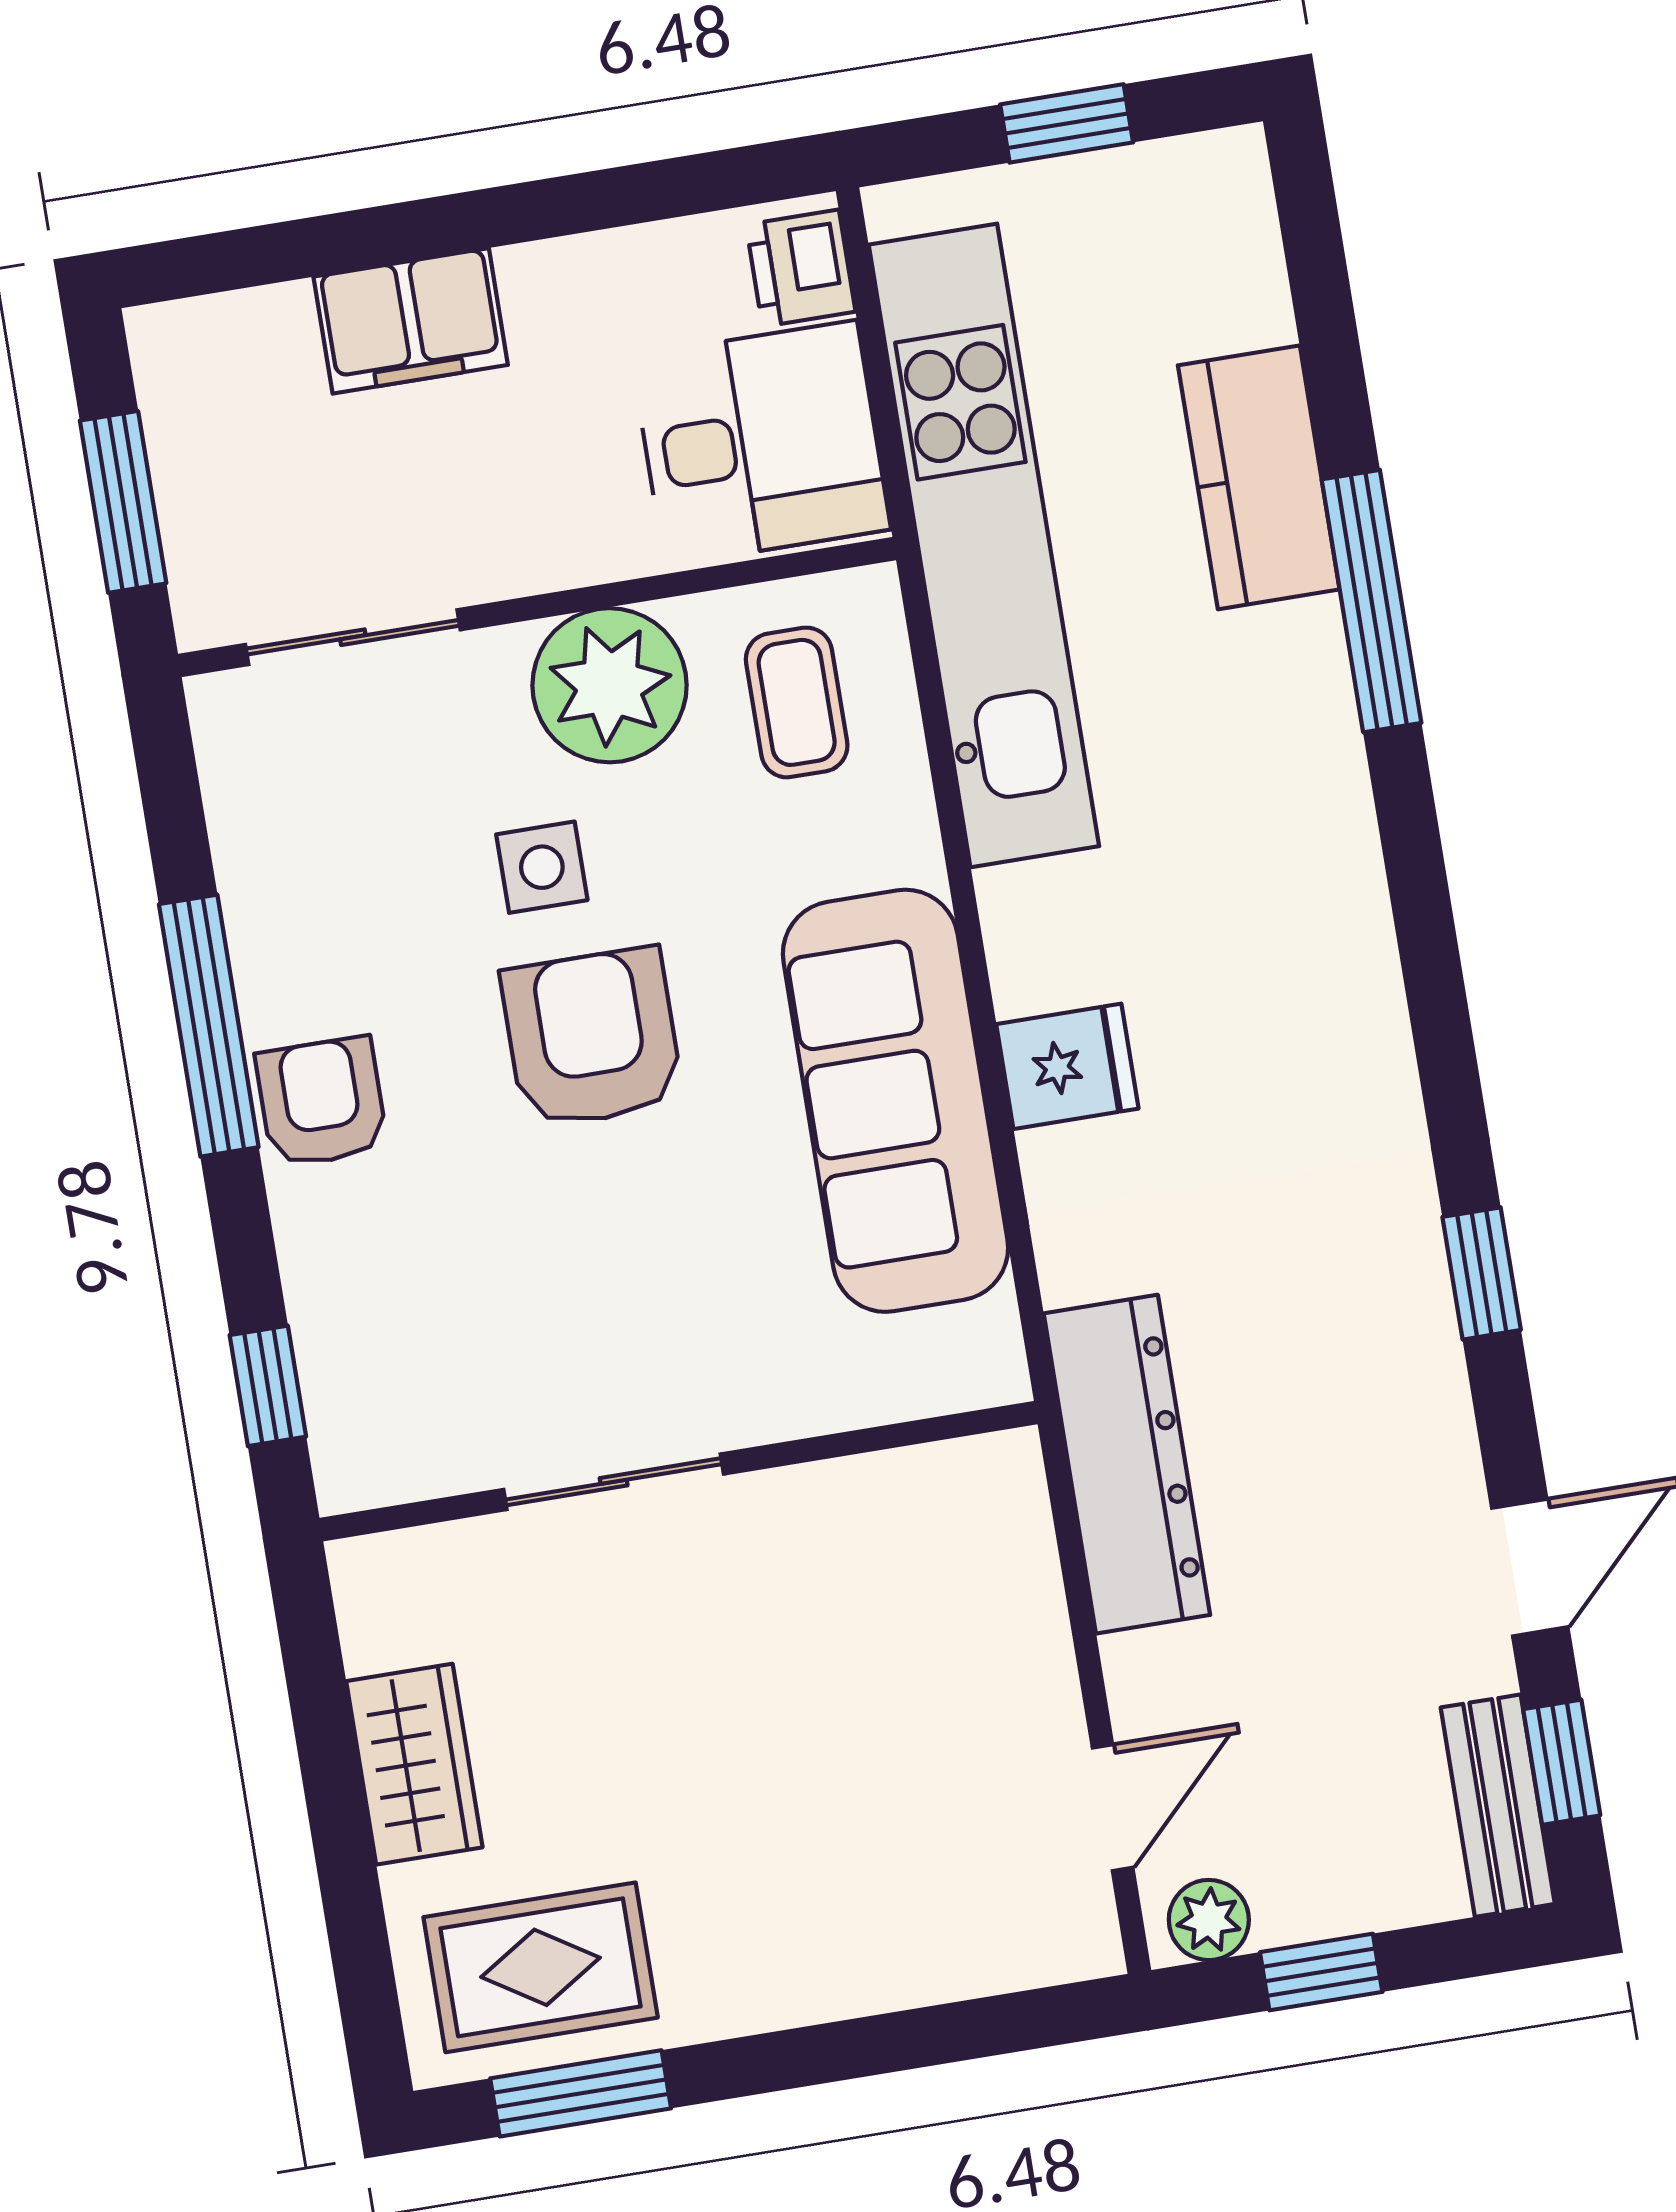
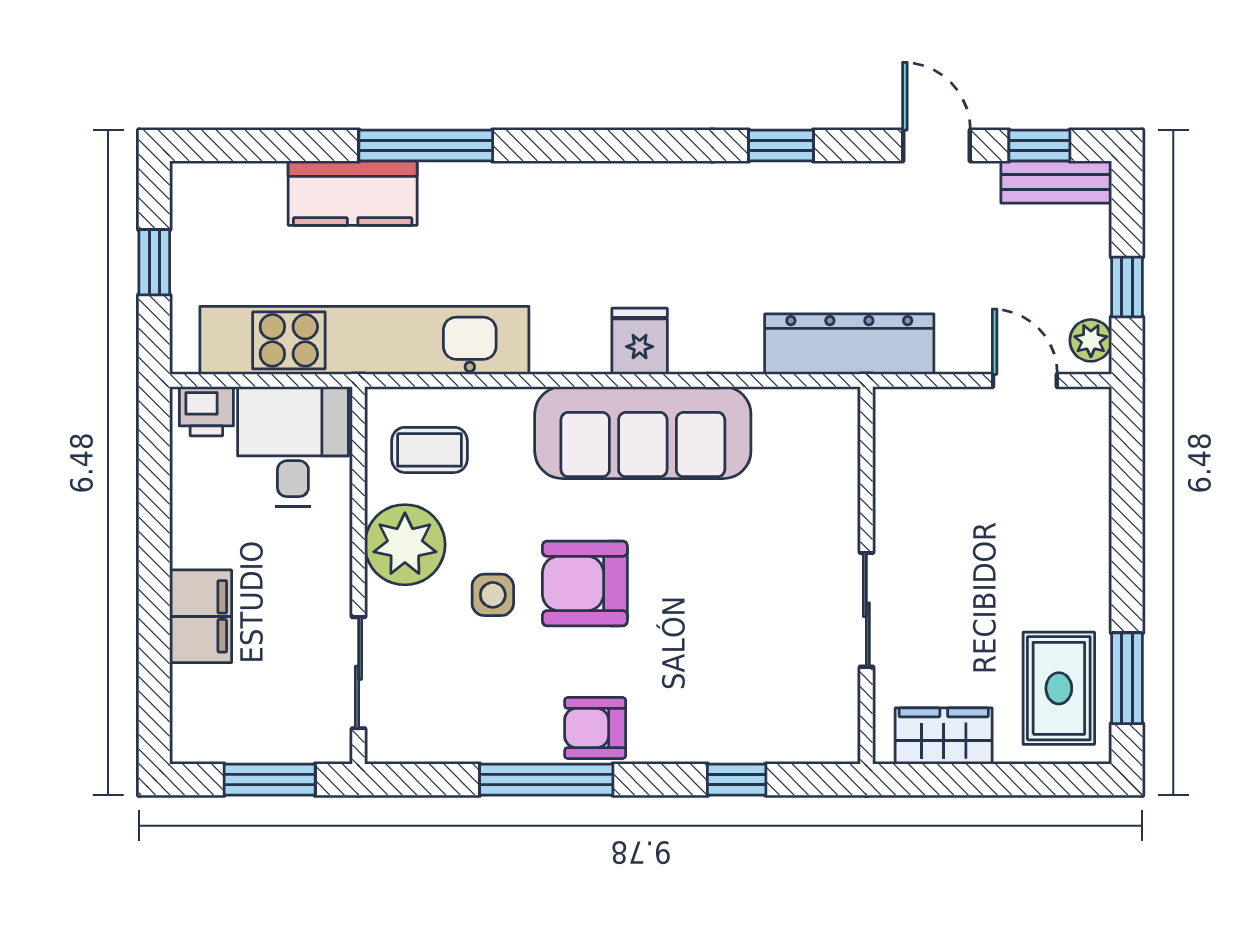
wall: (679, 1471) -> (866, 575), moved
sliding door: (614, 1482) -> (866, 610), moved

